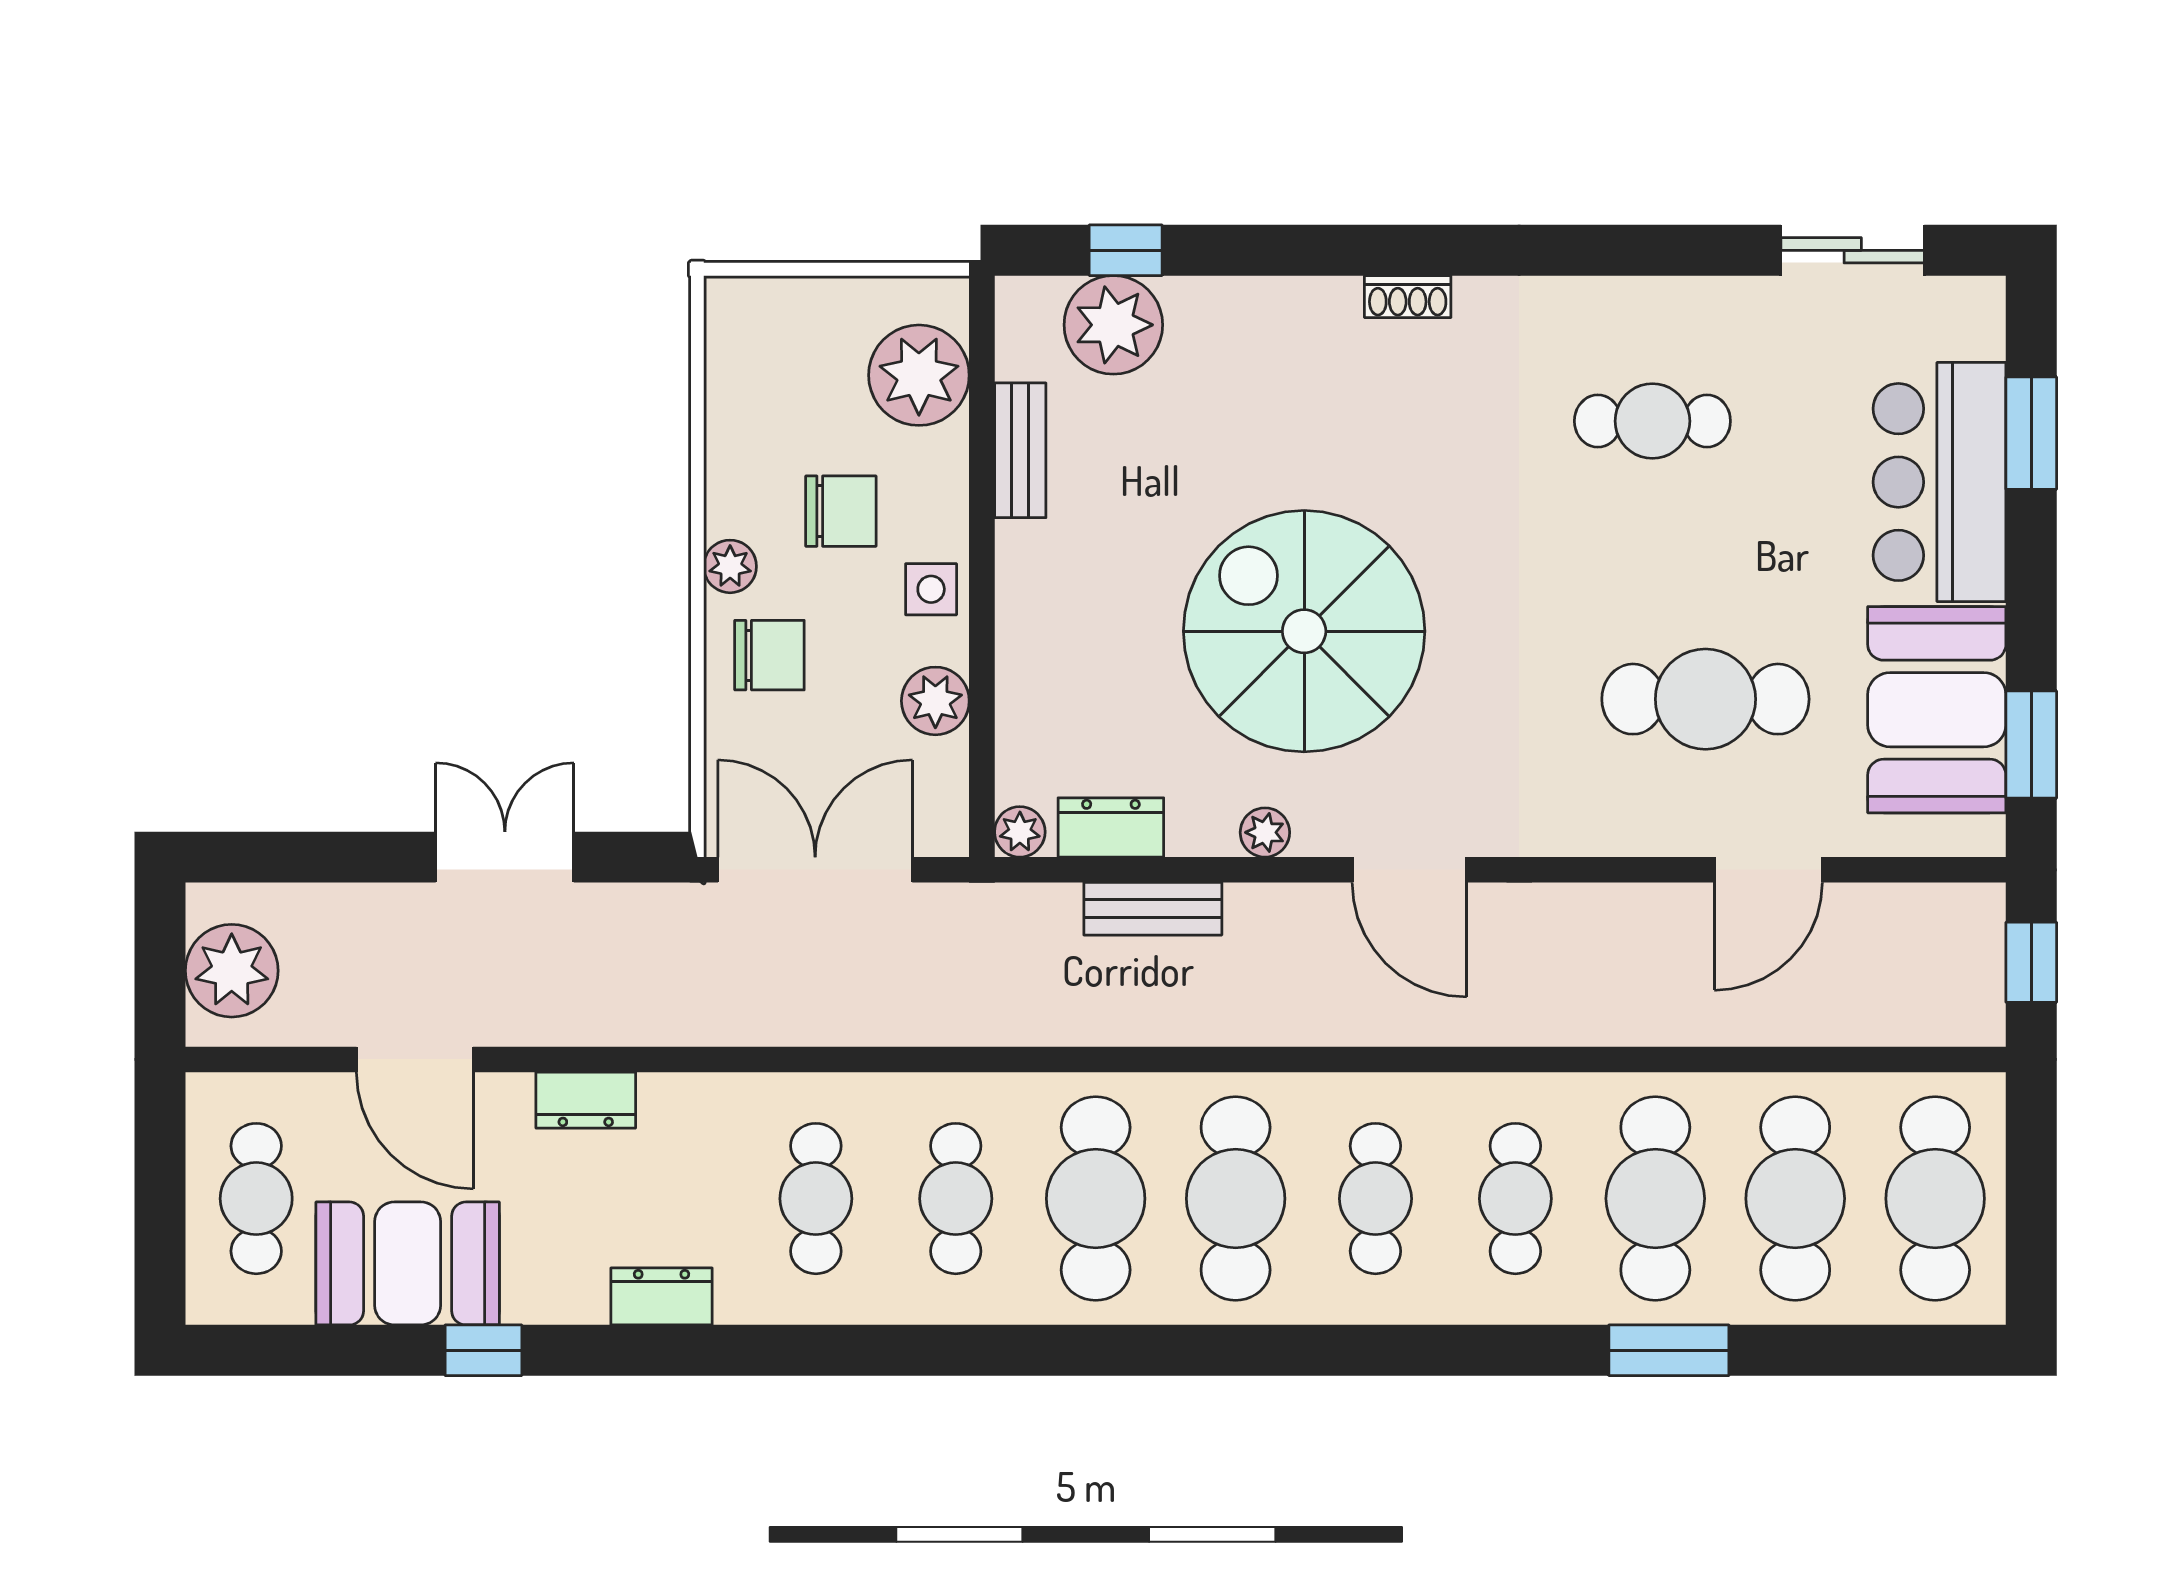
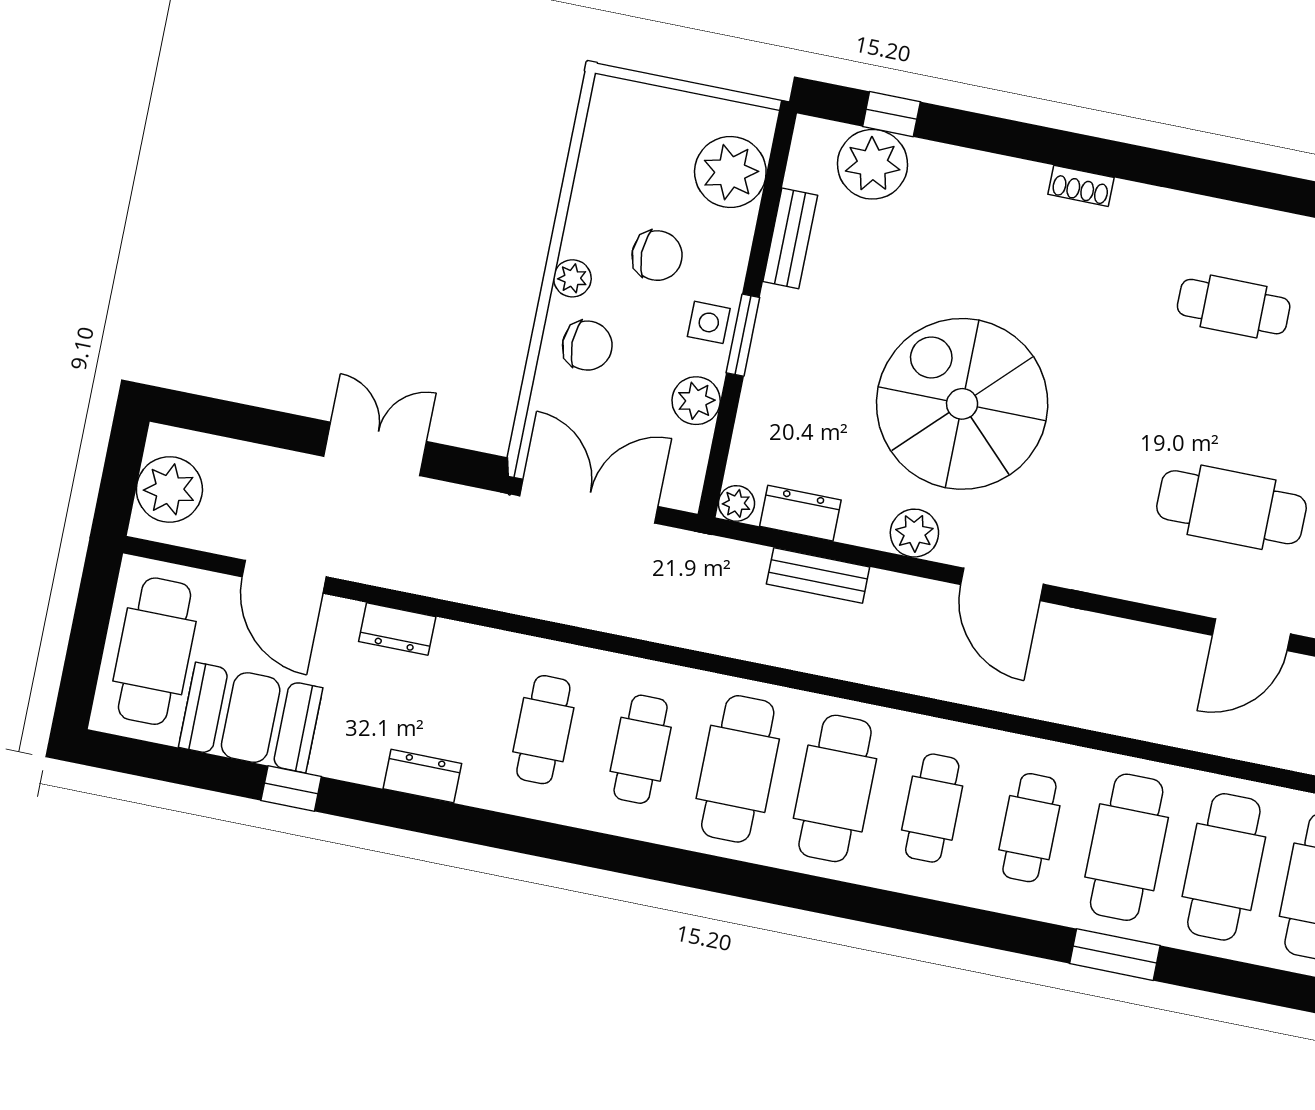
window: (982, 597) -> (743, 335), added
plant: (1265, 832) -> (914, 533), width x1.38, depth x1.38
cafe table: (256, 1199) -> (155, 651), width x1.37, depth x1.35

